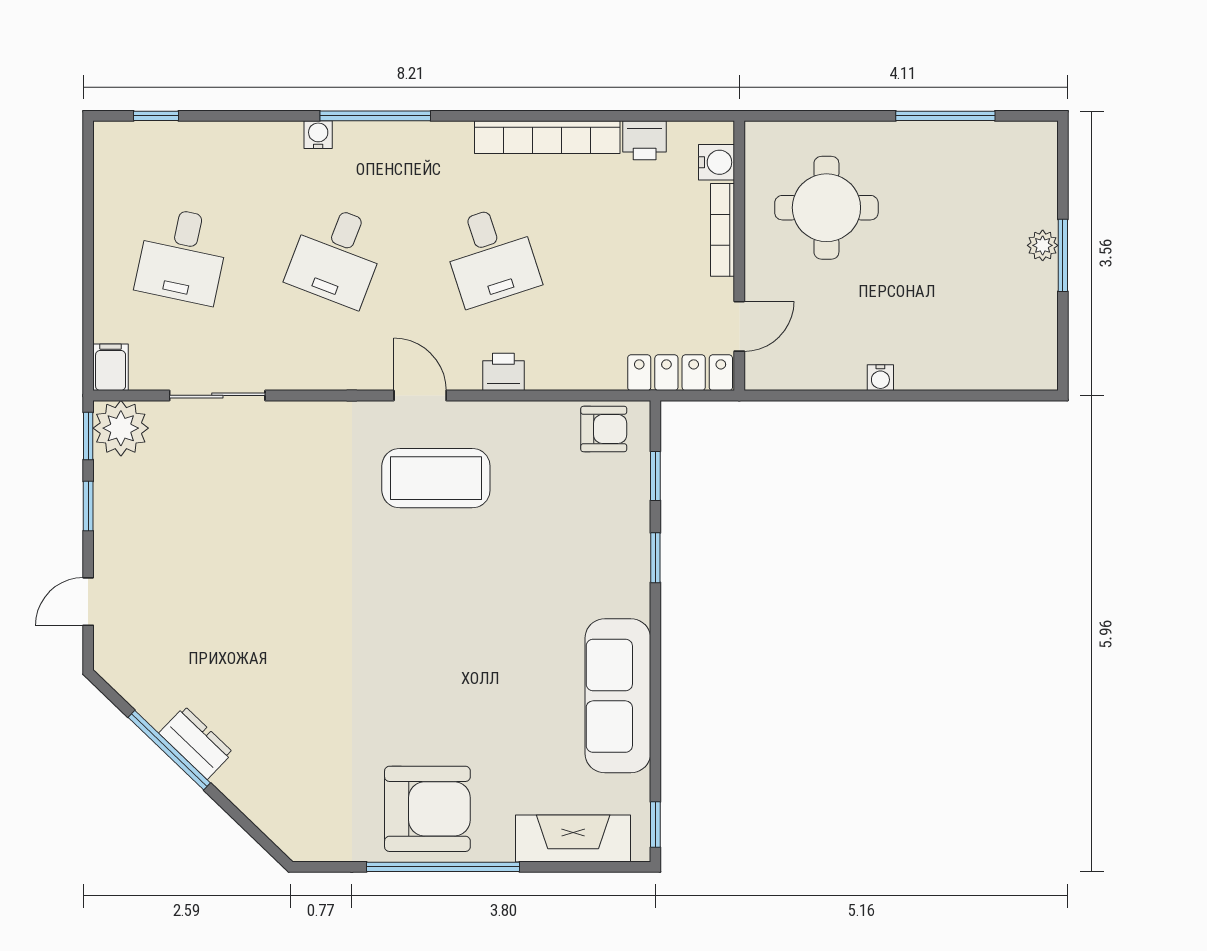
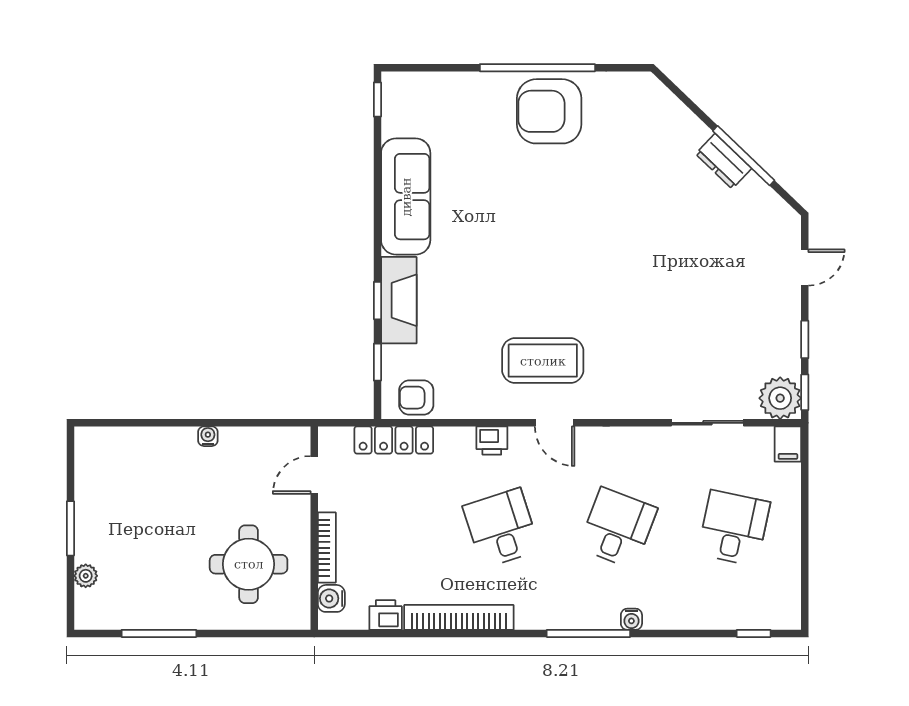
plant: (1043, 245) -> (86, 576), moved
locker: (680, 373) -> (394, 440), moved
fireplace: (573, 838) -> (399, 300), moved, turned -90

